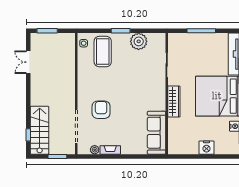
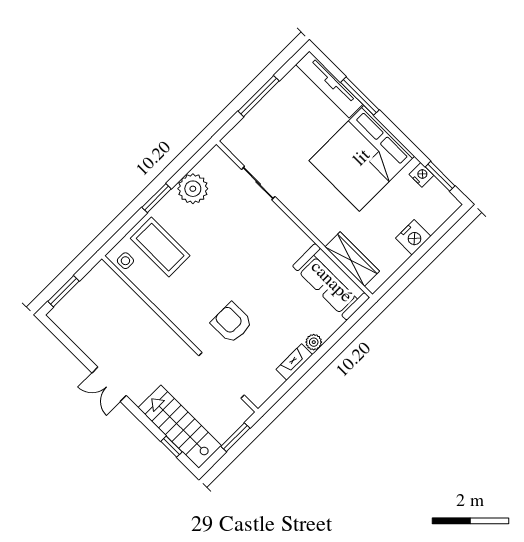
double door: (28, 62) -> (109, 384), moved
wardrobe: (174, 102) -> (352, 259), moved
plant: (95, 150) -> (314, 342), moved

